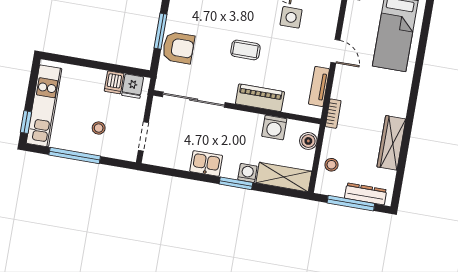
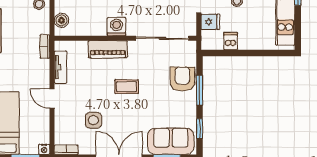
armchair: (178, 48) -> (182, 79), turned 90
fridge: (133, 86) -> (210, 22), moved, turned 90
washing machine: (274, 127) -> (117, 27), moved

